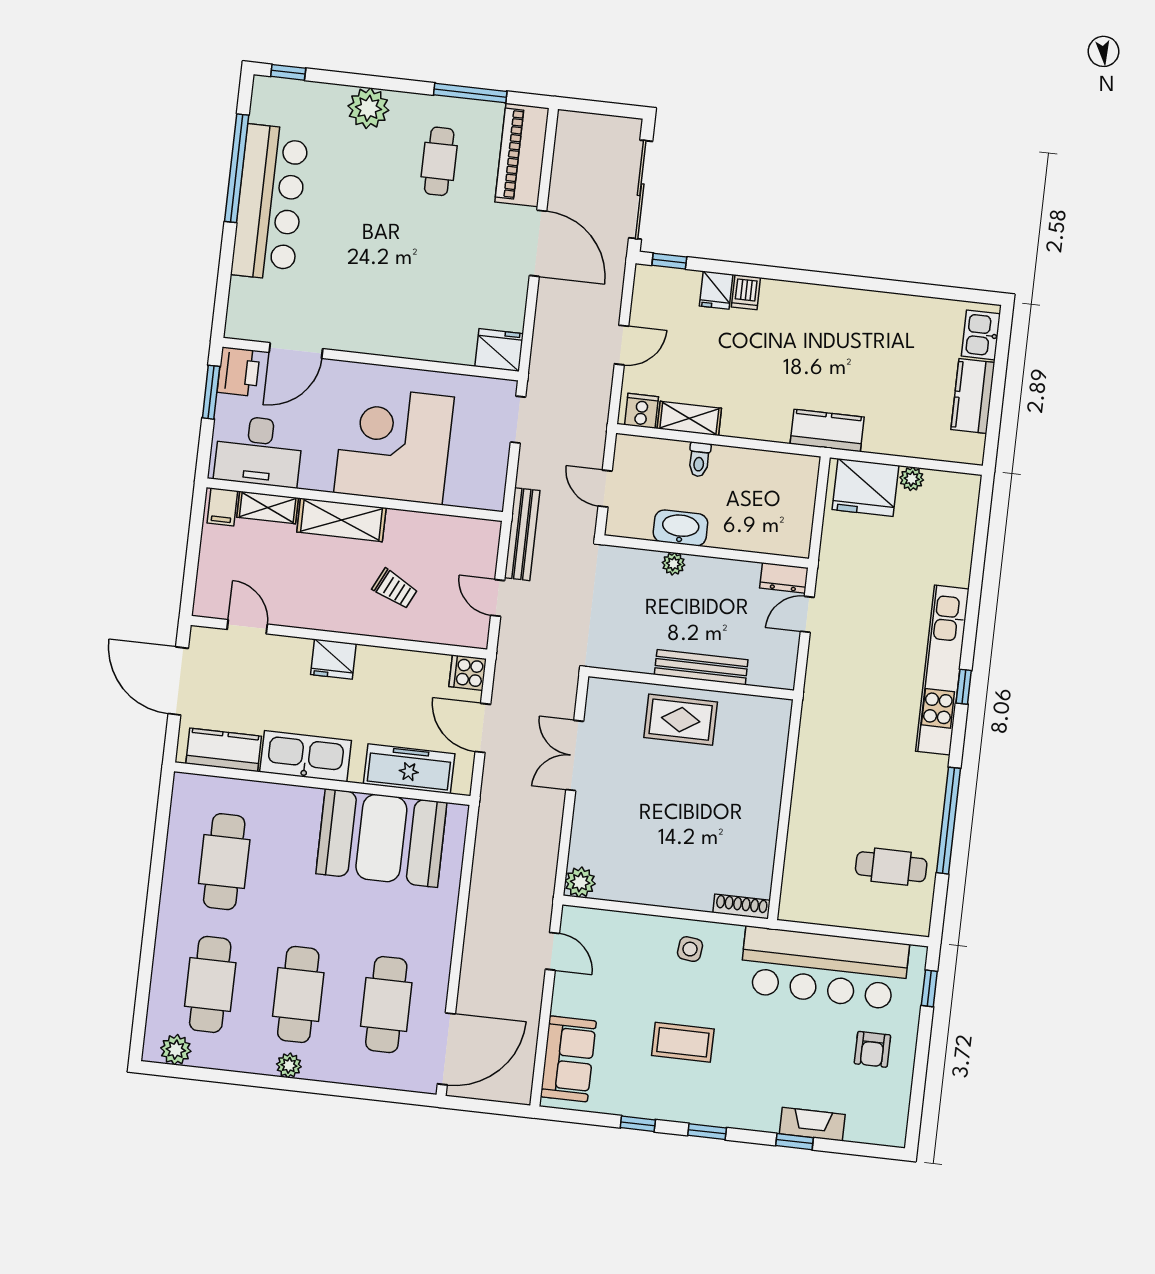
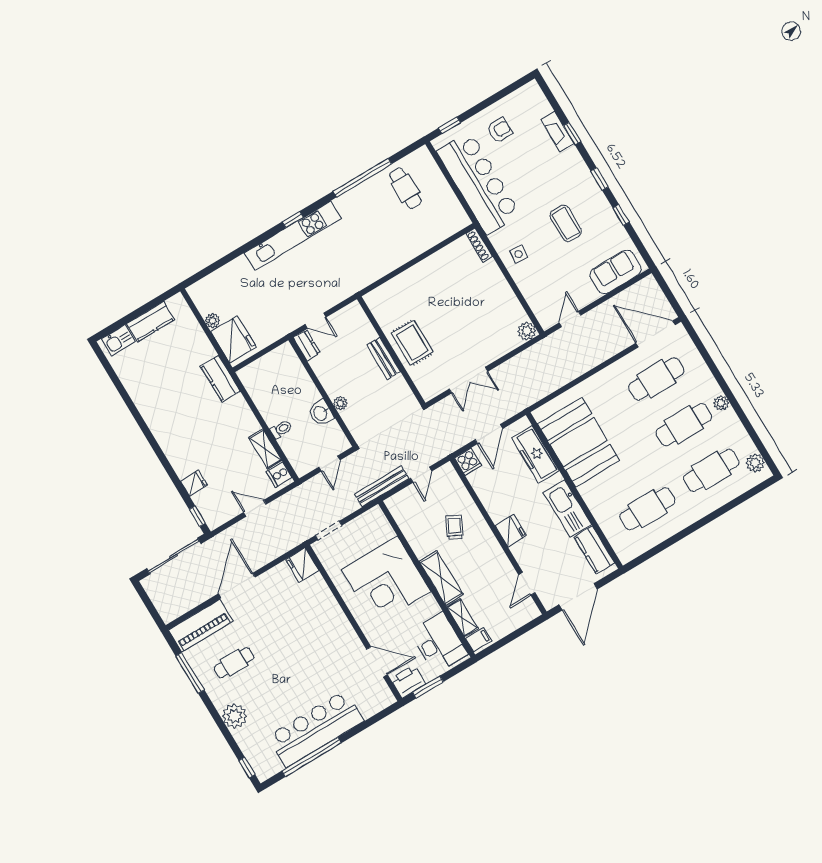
dishwasher: (746, 292) -> (184, 468), removed
washbasin: (680, 528) -> (321, 413), width x0.72
bench: (701, 667) -> (383, 358), width x0.73

